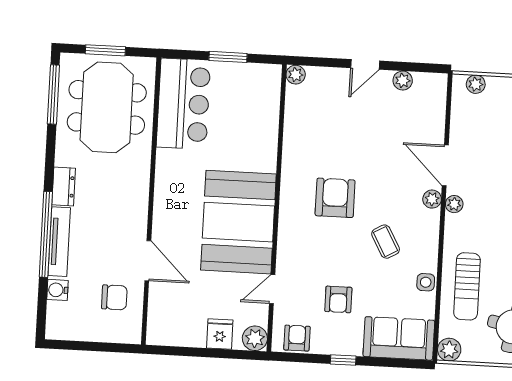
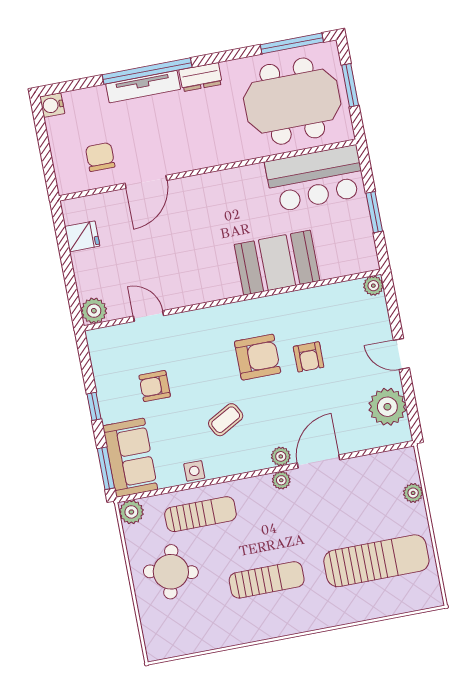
plant: (403, 81) -> (387, 407), width x1.88, depth x1.88
plant: (476, 84) -> (413, 493), moved
booth: (238, 222) -> (277, 263), moved, width x0.73, depth x0.70
sun lounger: (467, 286) -> (200, 514), turned 180
water cooler: (57, 290) -> (52, 105), moved, turned -90
chair: (114, 297) -> (100, 157), turned 180
fridge: (220, 334) -> (82, 236), moved
armchair: (297, 338) -> (309, 357), moved, turned 90
window: (403, 363) -> (106, 468), added

